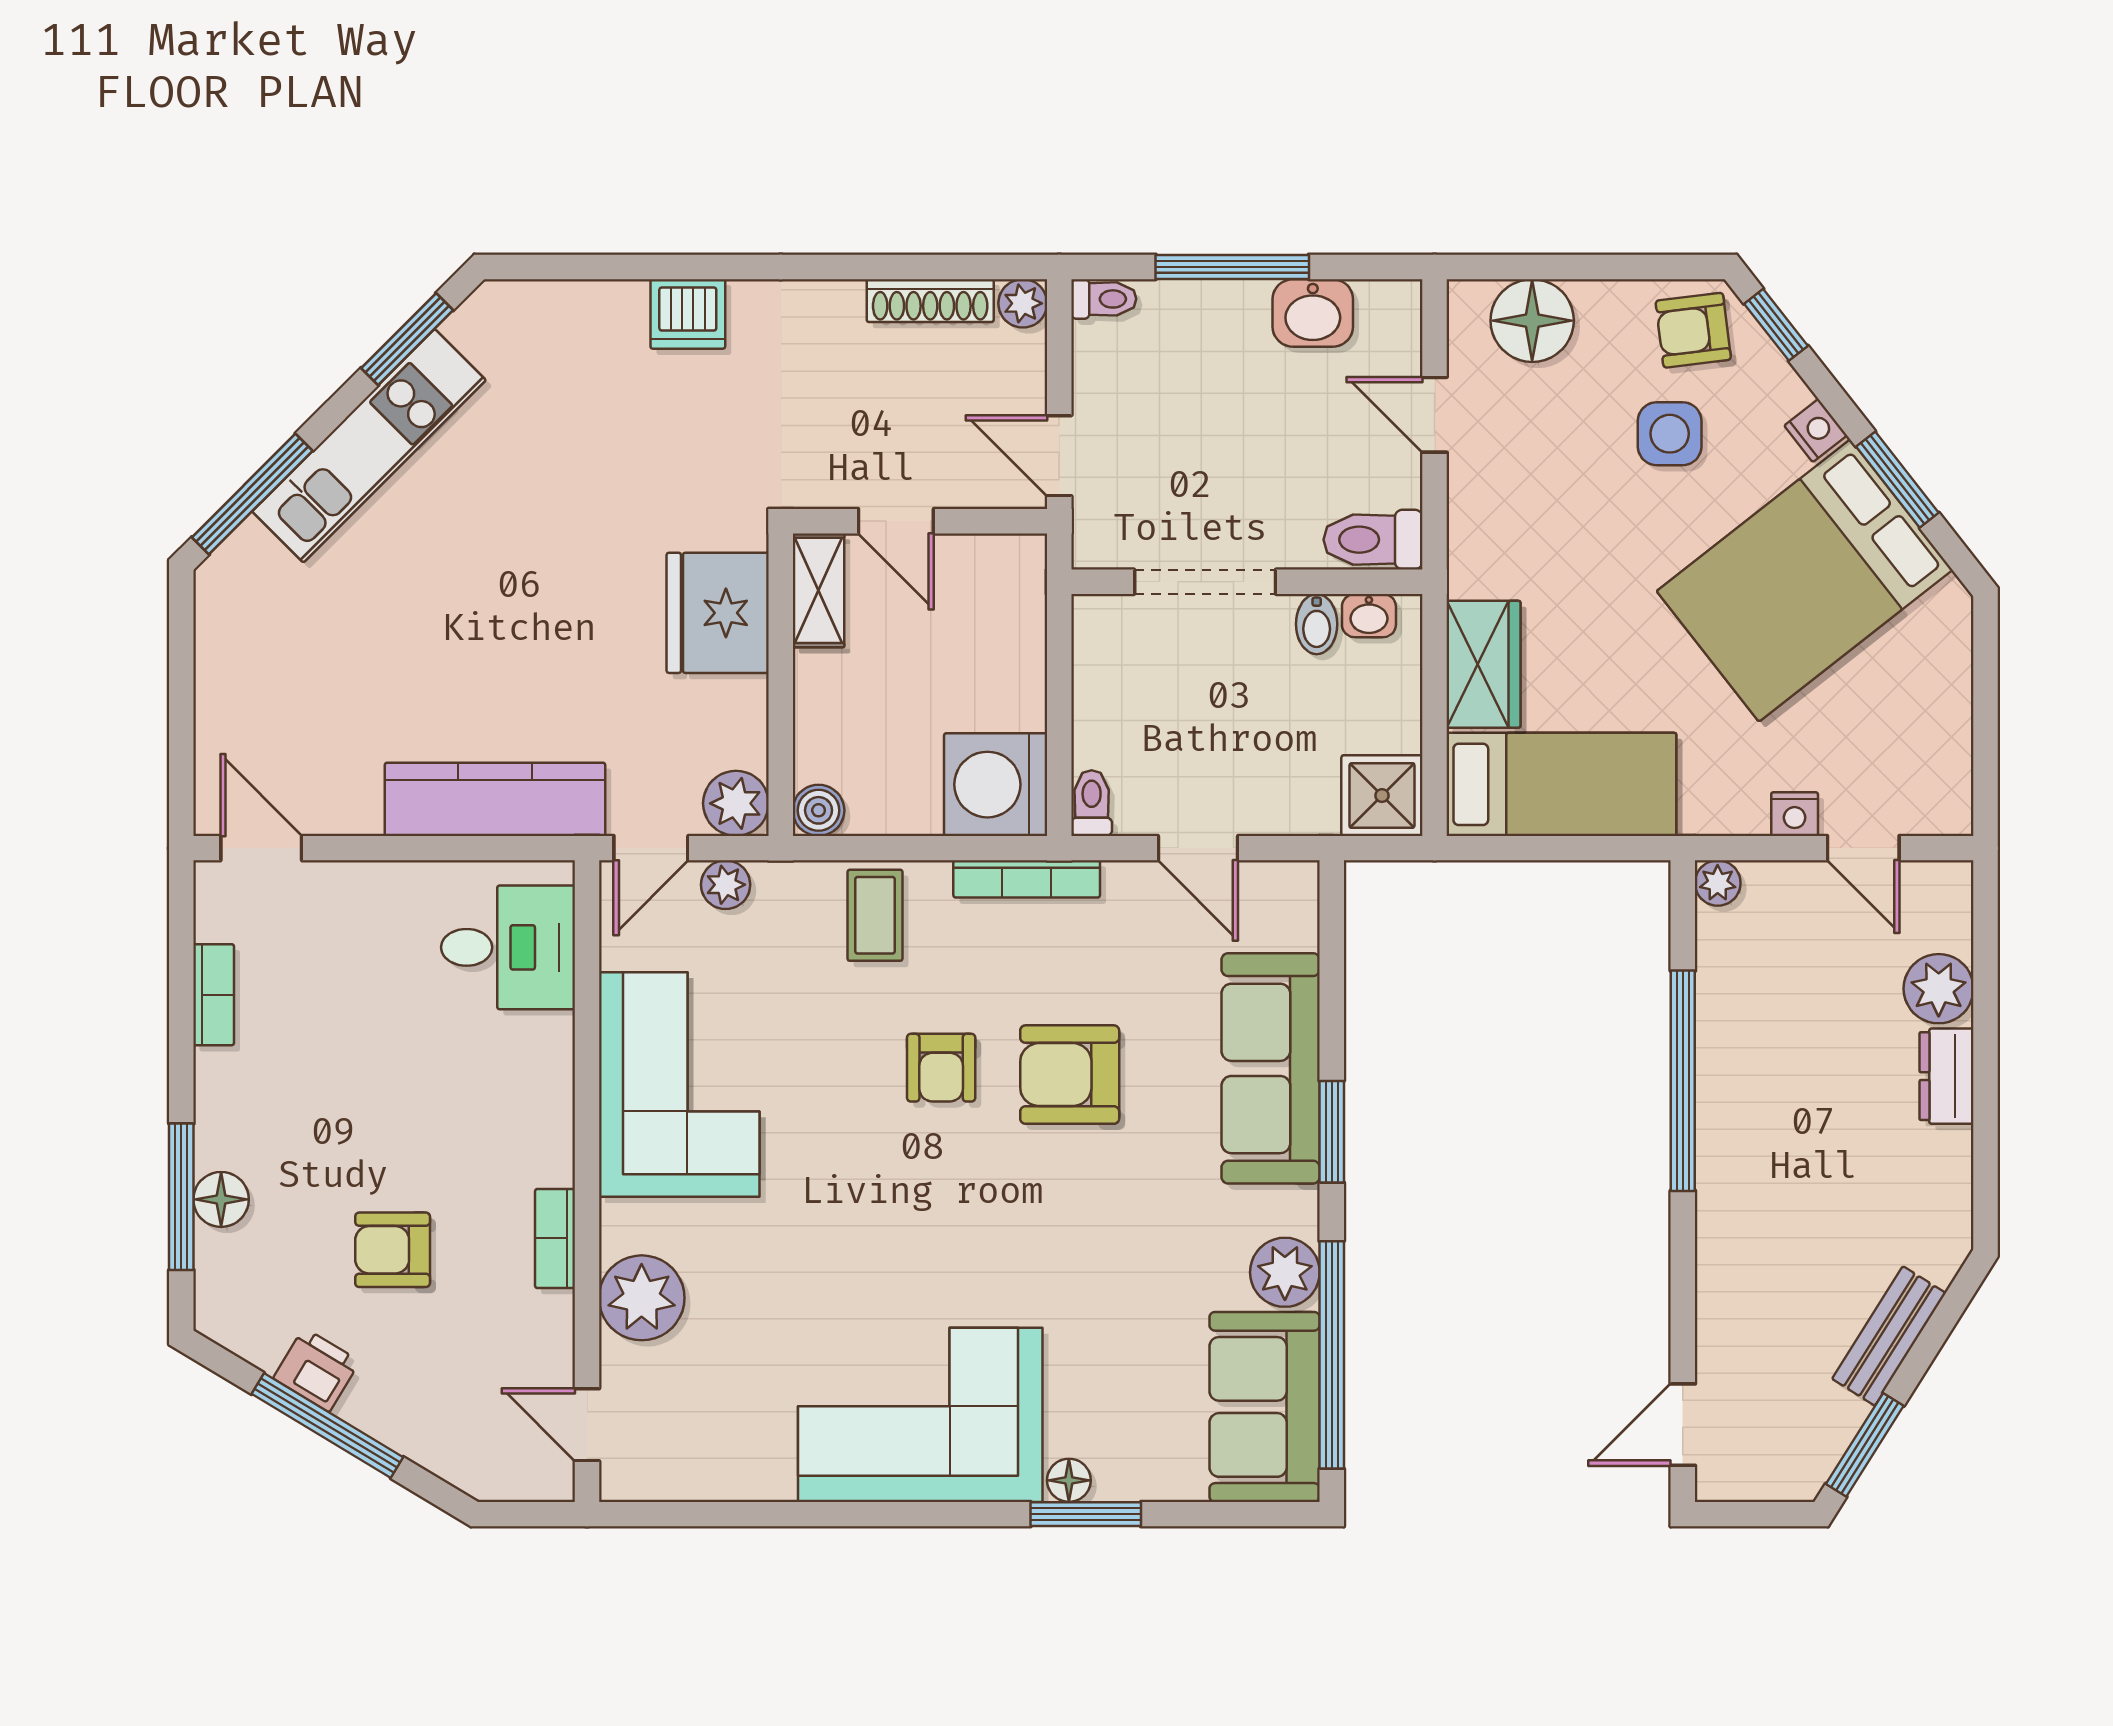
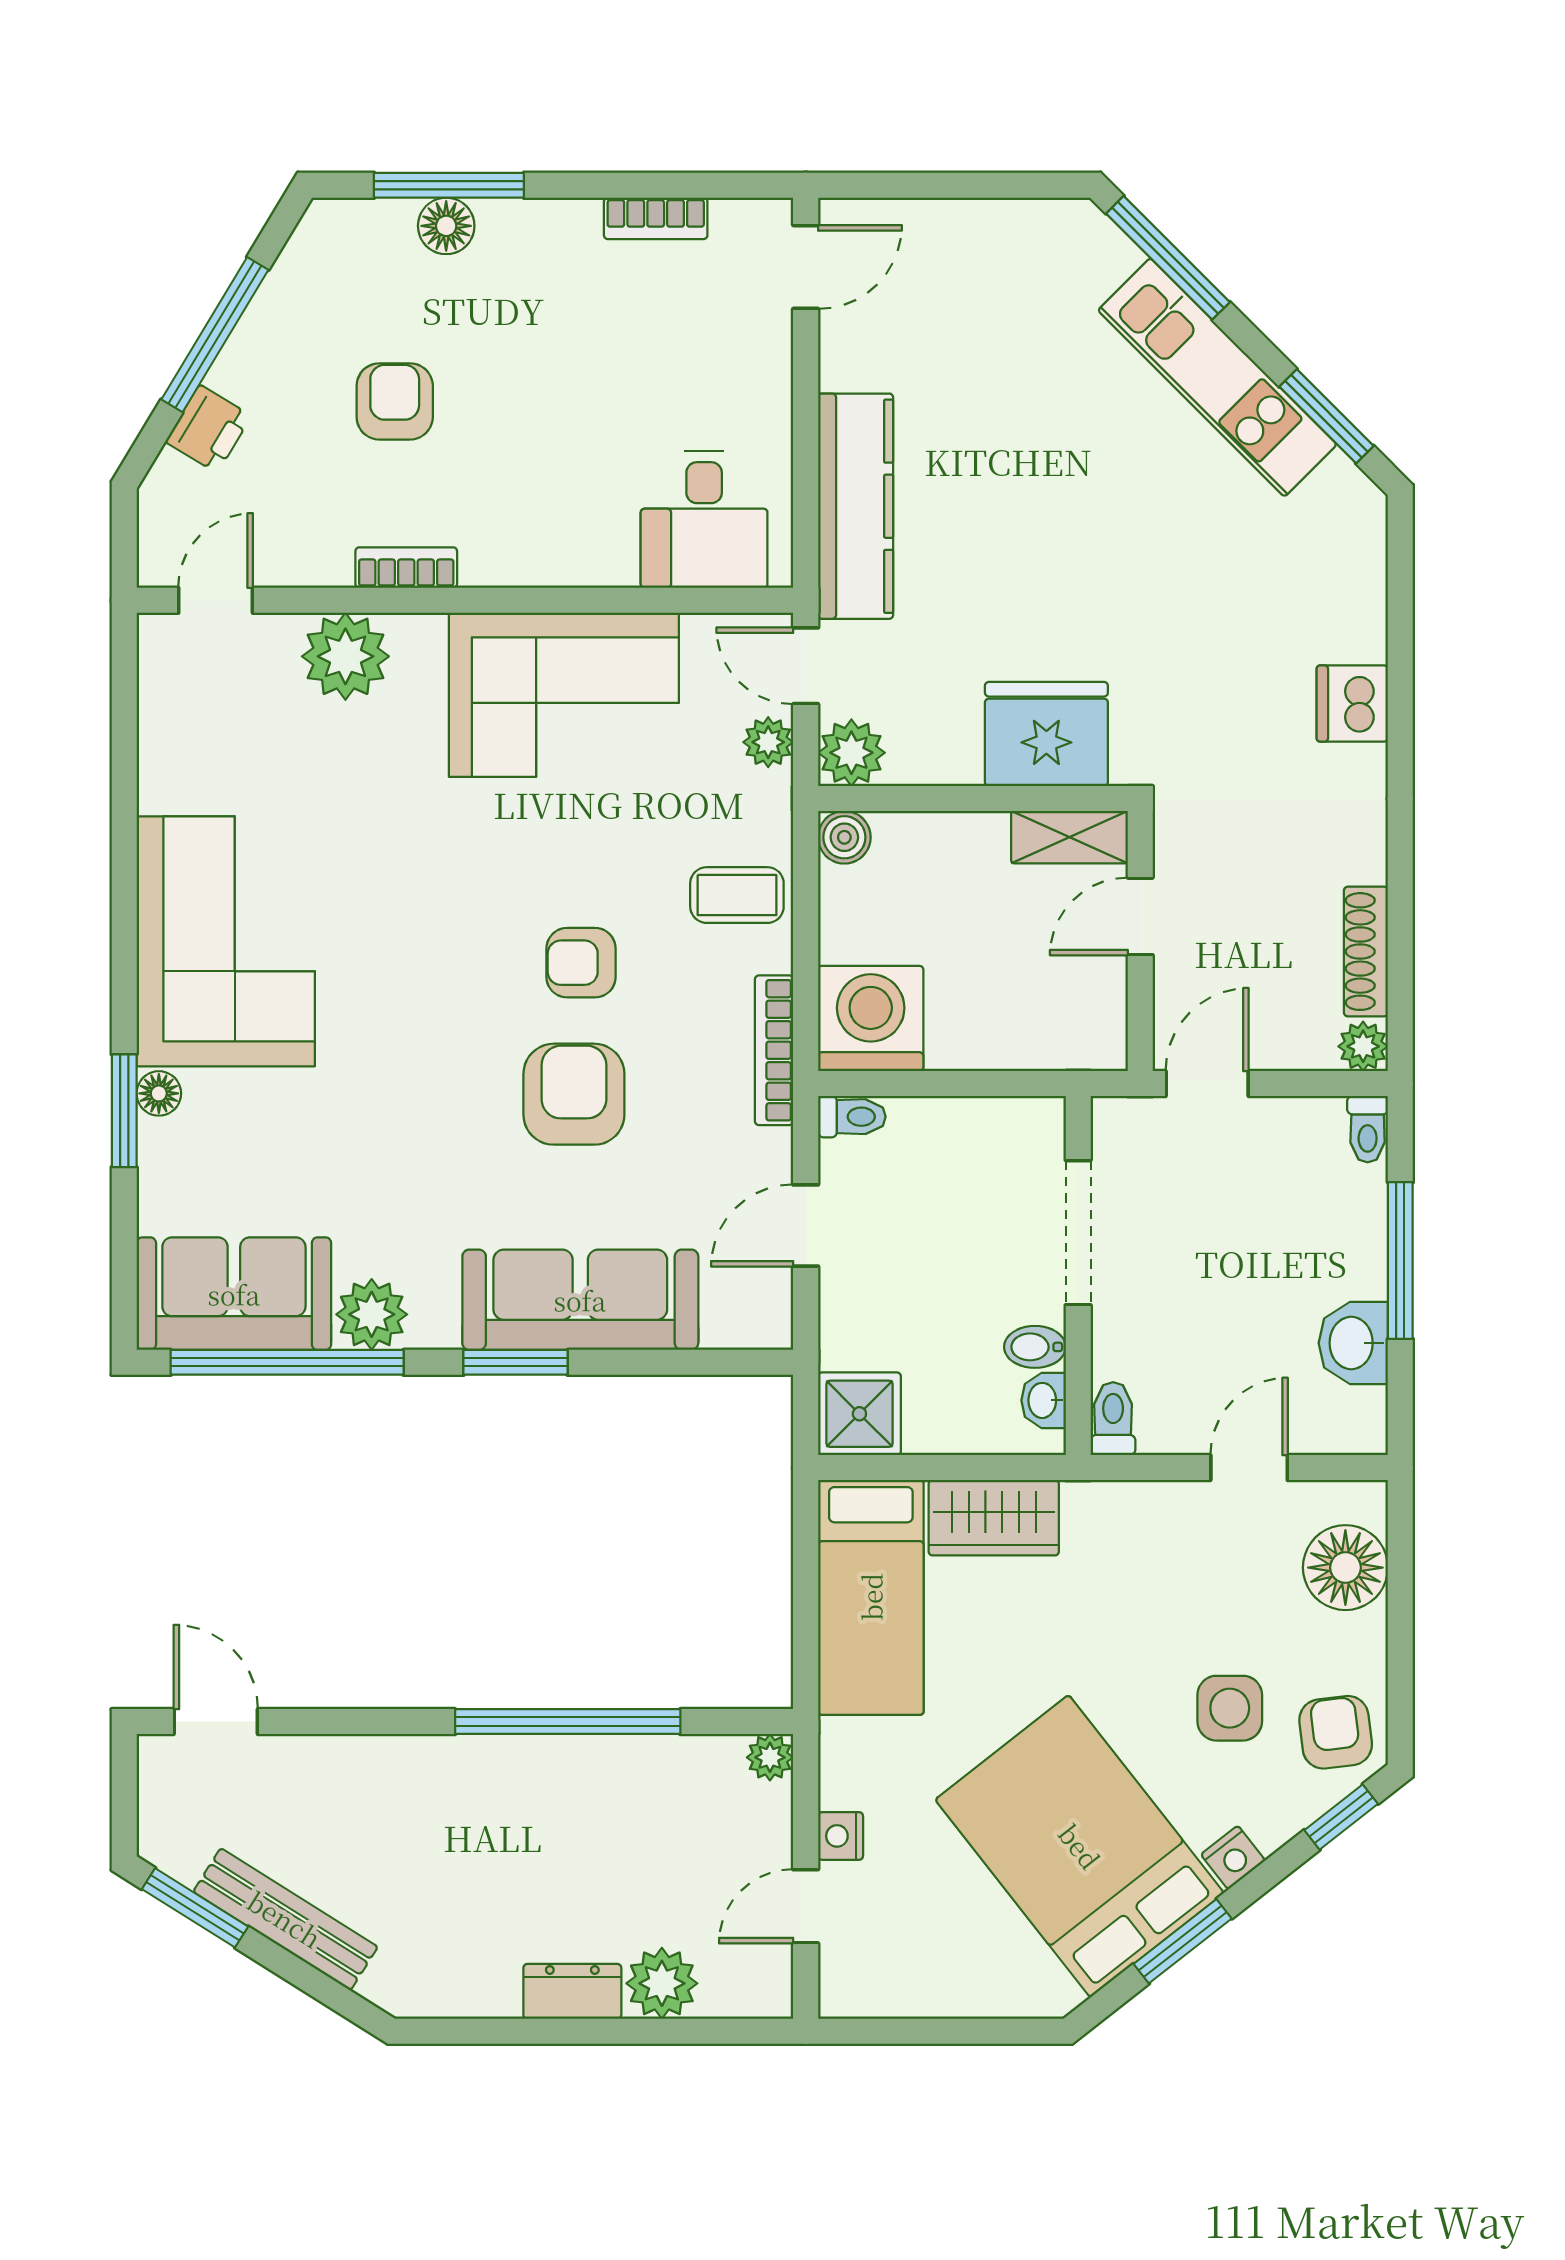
toilet: (1373, 540) -> (1113, 1419), width x0.73, depth x0.72
bench: (1889, 1336) -> (285, 1919), width x1.36
printer: (316, 1370) -> (208, 429), moved

